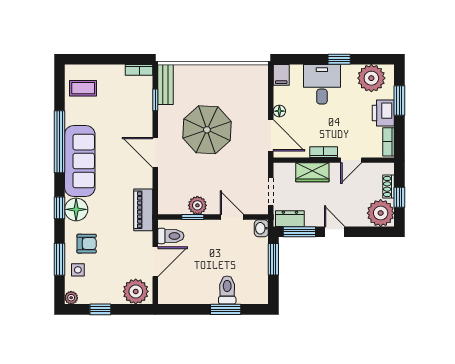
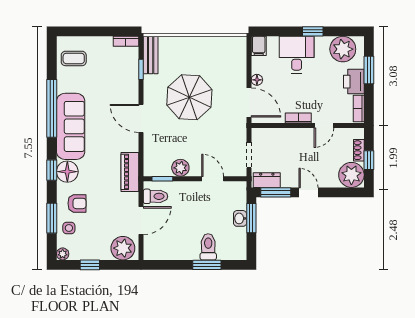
wardrobe: (312, 172) -> (288, 137), removed
window: (193, 217) -> (162, 179), moved
washbasin: (261, 228) -> (240, 218), moved

